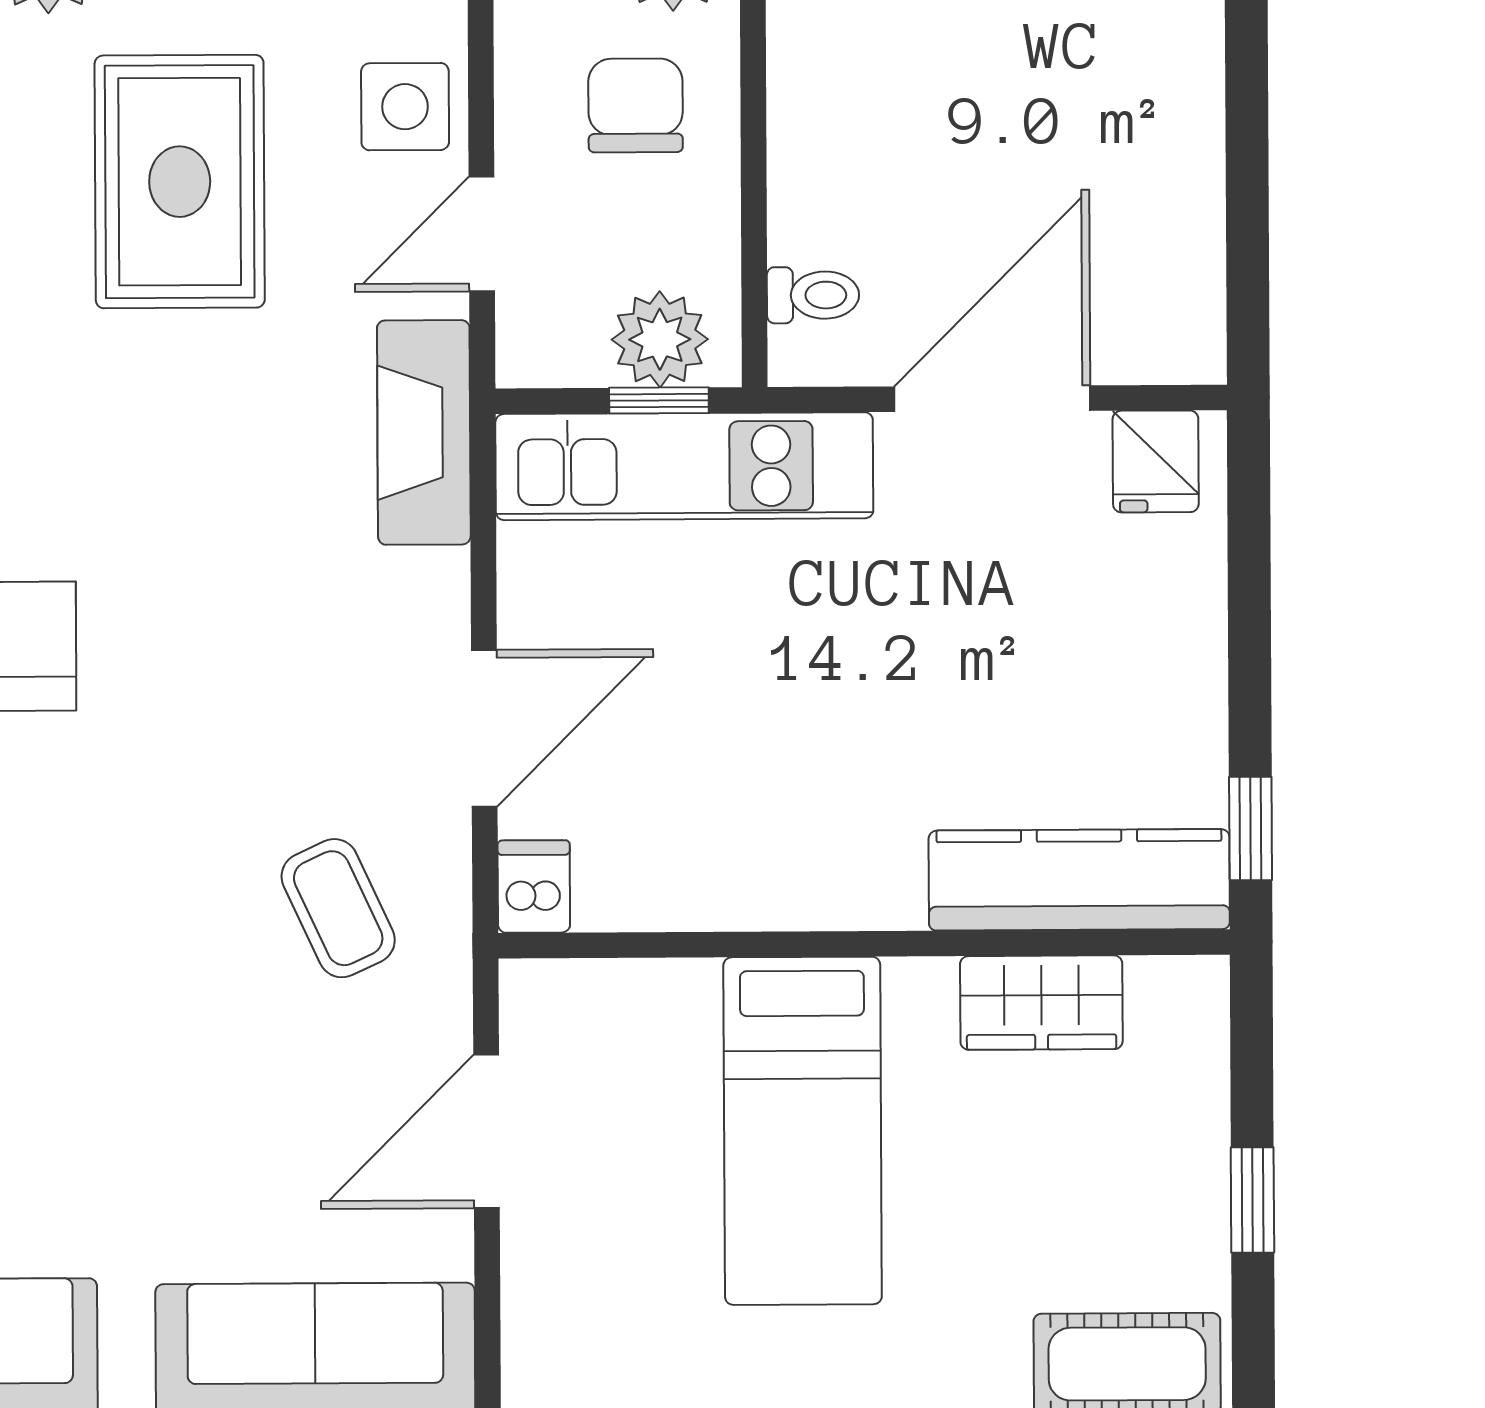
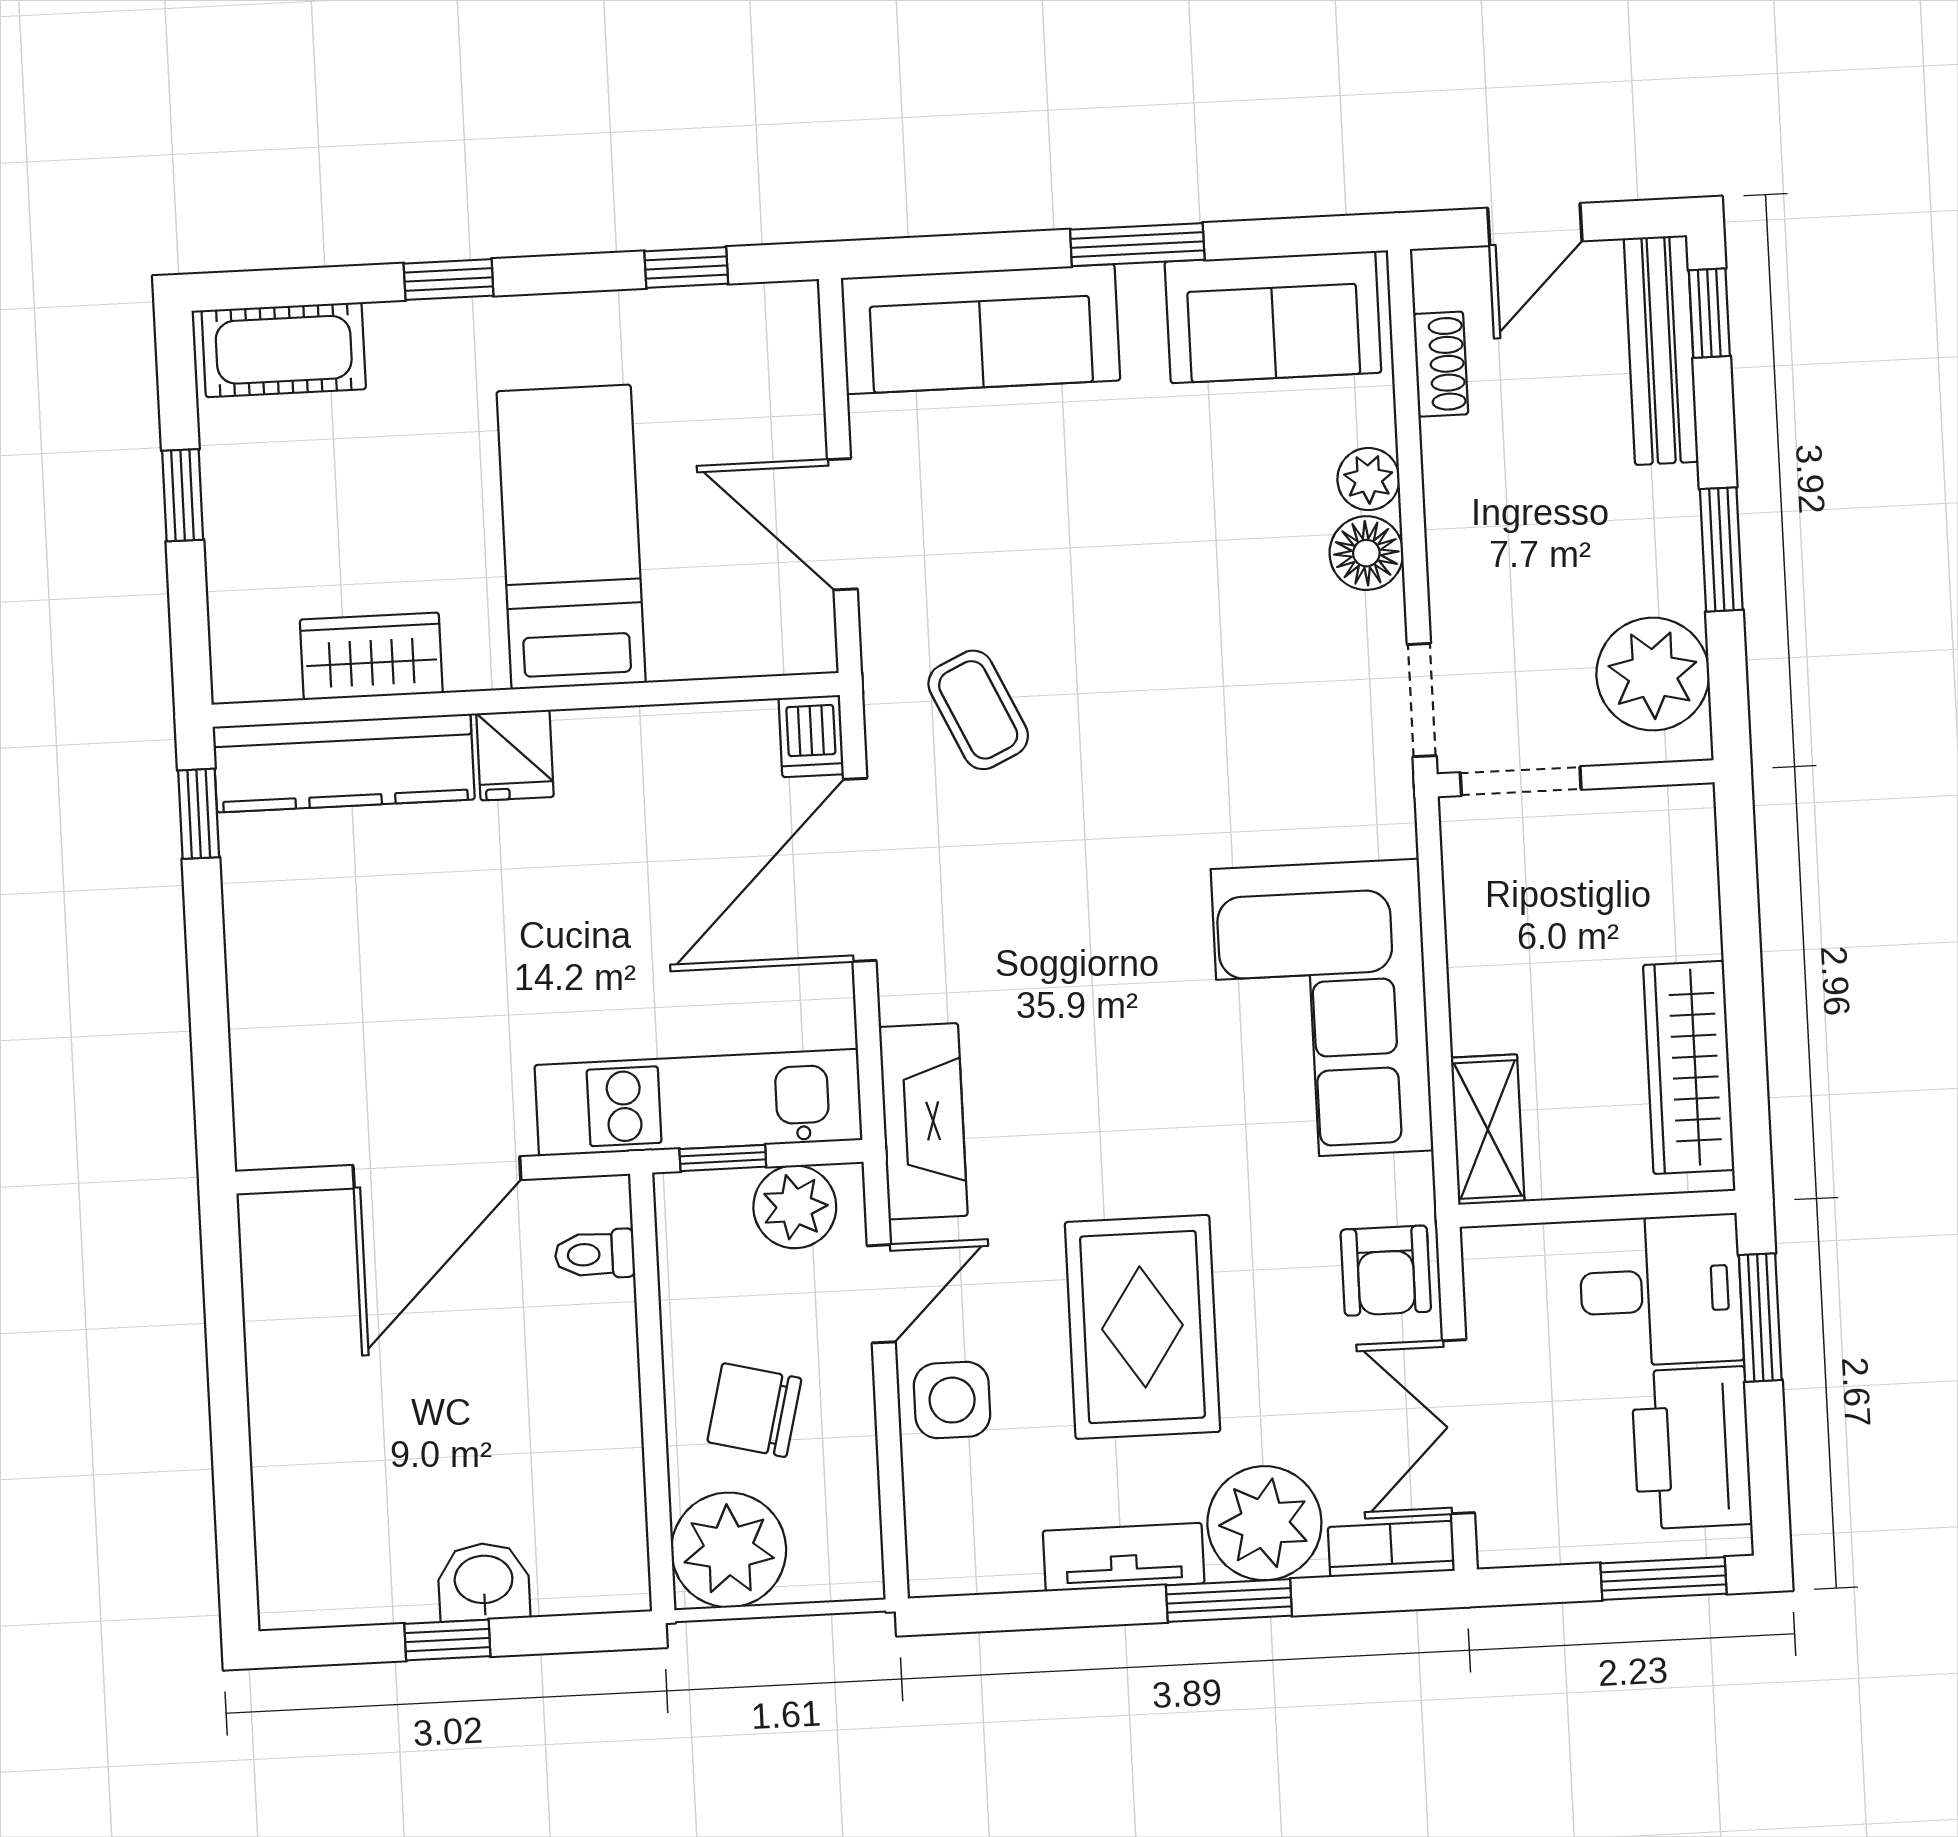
chair: (636, 105) -> (754, 1410), turned 104
plant: (660, 339) -> (795, 1207), moved
fridge: (1156, 461) -> (515, 755), moved, turned 180
door: (484, 728) -> (860, 870), width x1.36
door: (486, 1131) -> (842, 524), swing flipped

